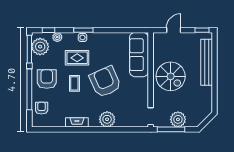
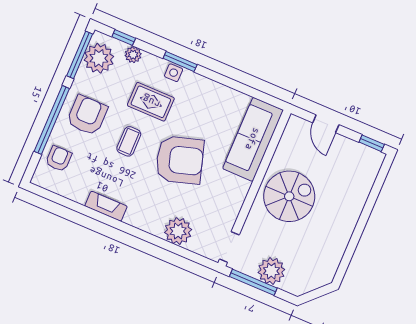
door: (174, 30) -> (326, 124), swing flipped
bench: (207, 62) -> (357, 198), removed
spiral stairs: (171, 76) -> (289, 196), turned -90
armchair: (105, 82) -> (180, 160), turned 97
plant: (107, 119) -> (178, 231), moved

